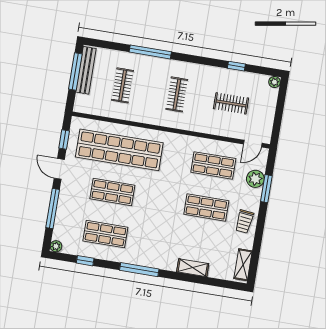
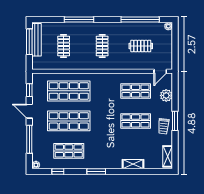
window: (236, 66) -> (140, 20), width x3.17
shop shelf: (119, 150) -> (69, 91), width x0.71
window: (266, 189) -> (175, 121), moved
shop shelf: (112, 192) -> (69, 121), width x1.43, depth x1.36
window: (139, 270) -> (96, 172), width x0.69

